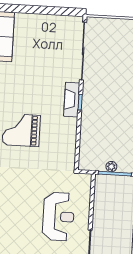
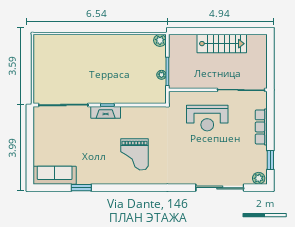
reception desk: (58, 217) -> (207, 118), turned 180

